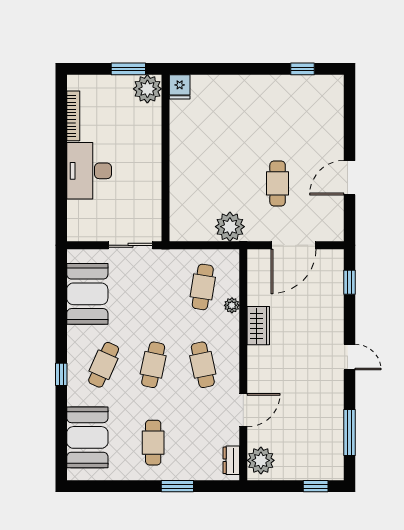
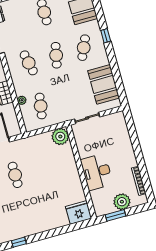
fridge: (180, 87) -> (79, 212), width x1.88, depth x1.34
plant: (147, 89) -> (122, 202), moved
desk: (89, 171) -> (97, 172), moved, turned 180
plant: (230, 227) -> (60, 137), moved

